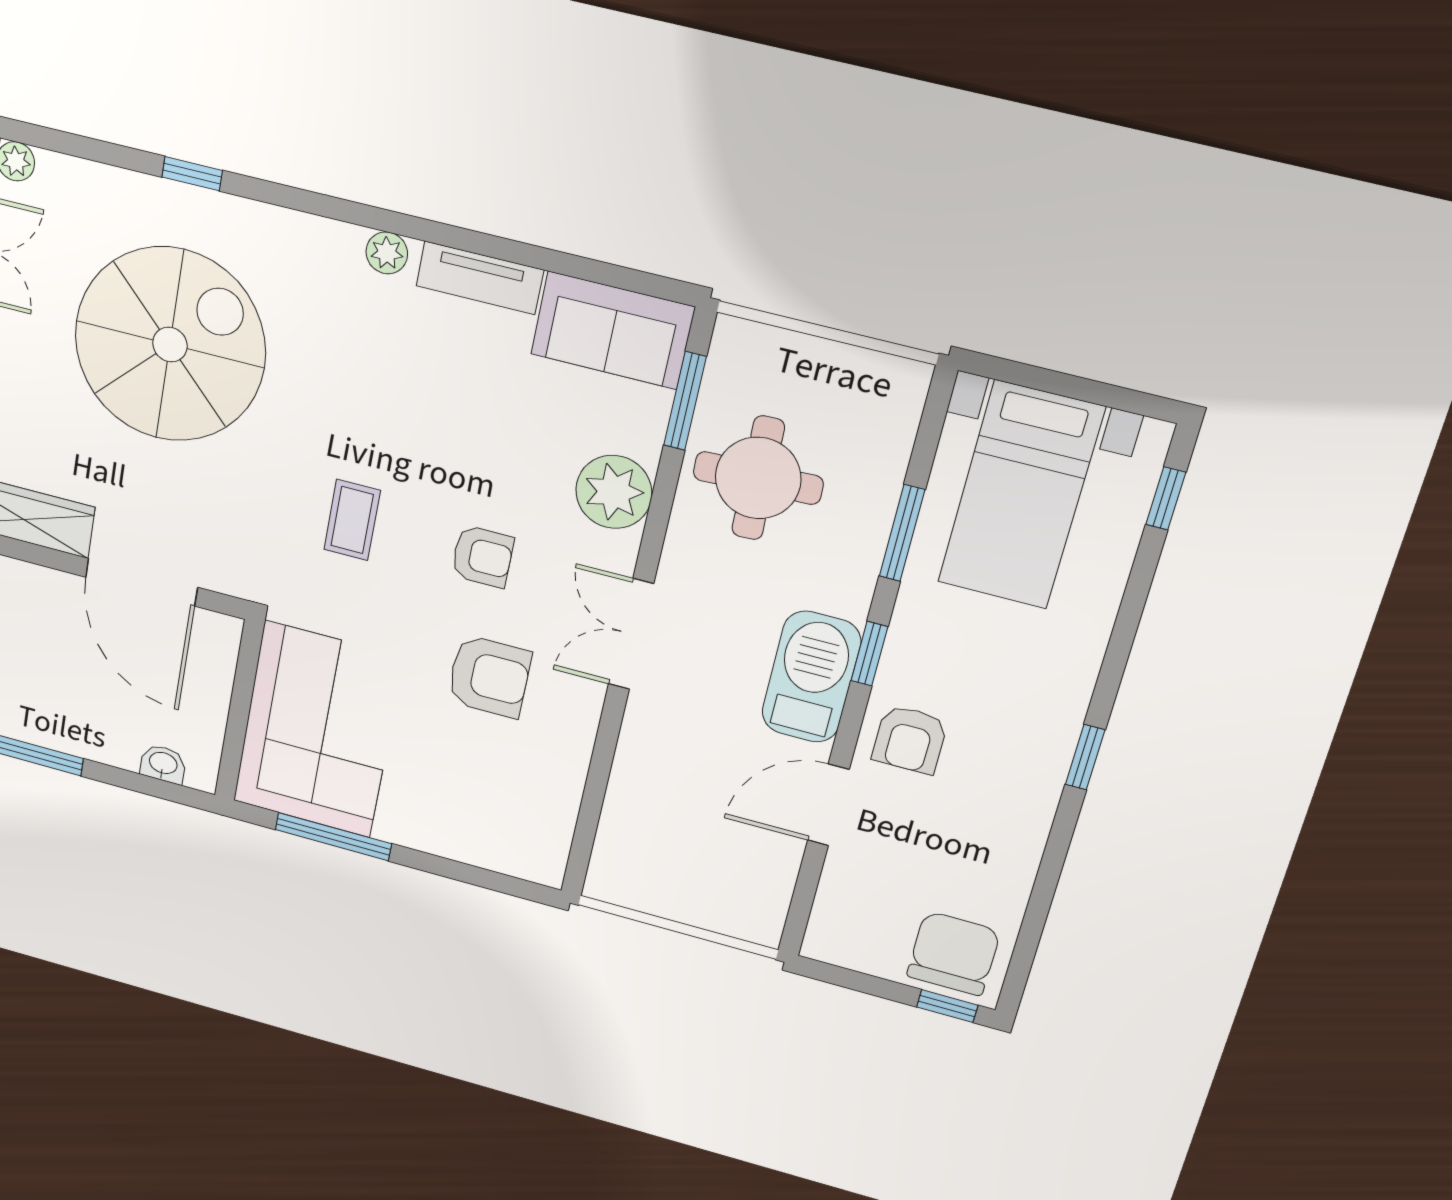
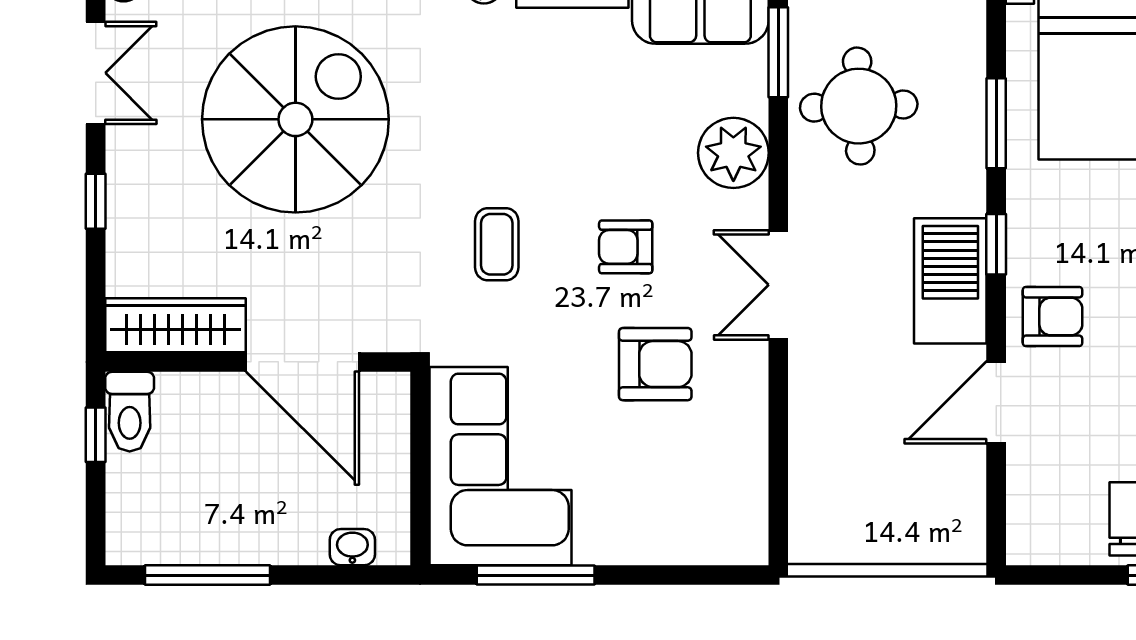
armchair: (482, 556) -> (626, 247), turned 180
armchair: (910, 739) -> (1052, 317), turned -90

